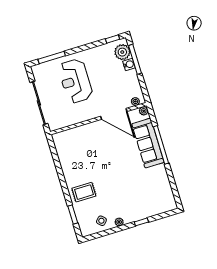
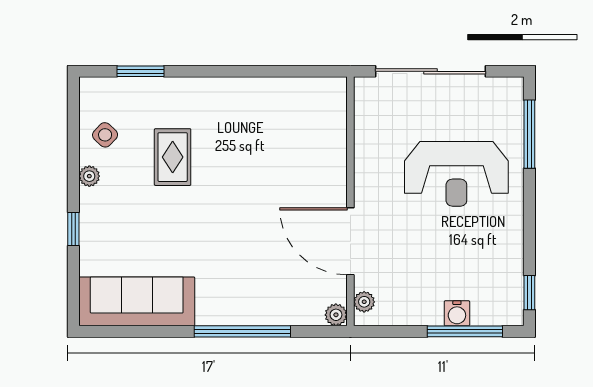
plant: (122, 52) -> (491, 306), removed
reception desk: (75, 81) -> (456, 174), turned 180
door: (114, 114) -> (350, 241), hinge flipped
sofa: (148, 143) -> (137, 301), moved
rug: (84, 192) -> (173, 157), moved

